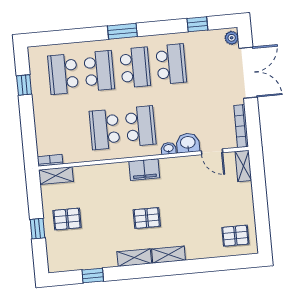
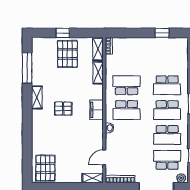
school desk: (63, 74) -> (167, 160), moved
washbasin: (188, 143) -> (112, 141), removed
pallet: (147, 218) -> (63, 109), turned 90
pallet: (67, 219) -> (67, 54), width x1.50, depth x1.42
pallet: (235, 236) -> (45, 168), width x1.50, depth x1.42
shelving: (168, 255) -> (98, 73), moved
window: (93, 276) -> (27, 68), width x2.17

